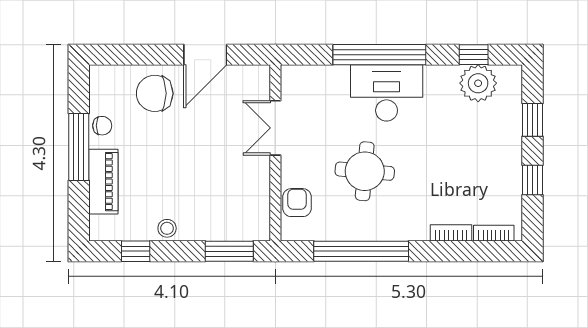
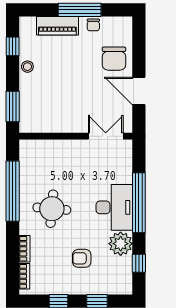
plant: (478, 83) -> (121, 244), moved
chair: (155, 93) -> (114, 59), turned 180
double door: (275, 128) -> (106, 136), moved
round table: (365, 171) -> (52, 209), moved
armchair: (297, 203) -> (82, 258), moved, turned 180

